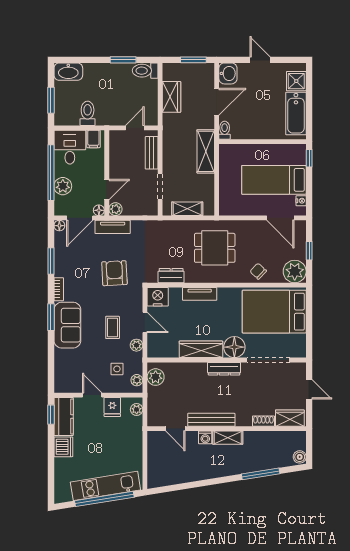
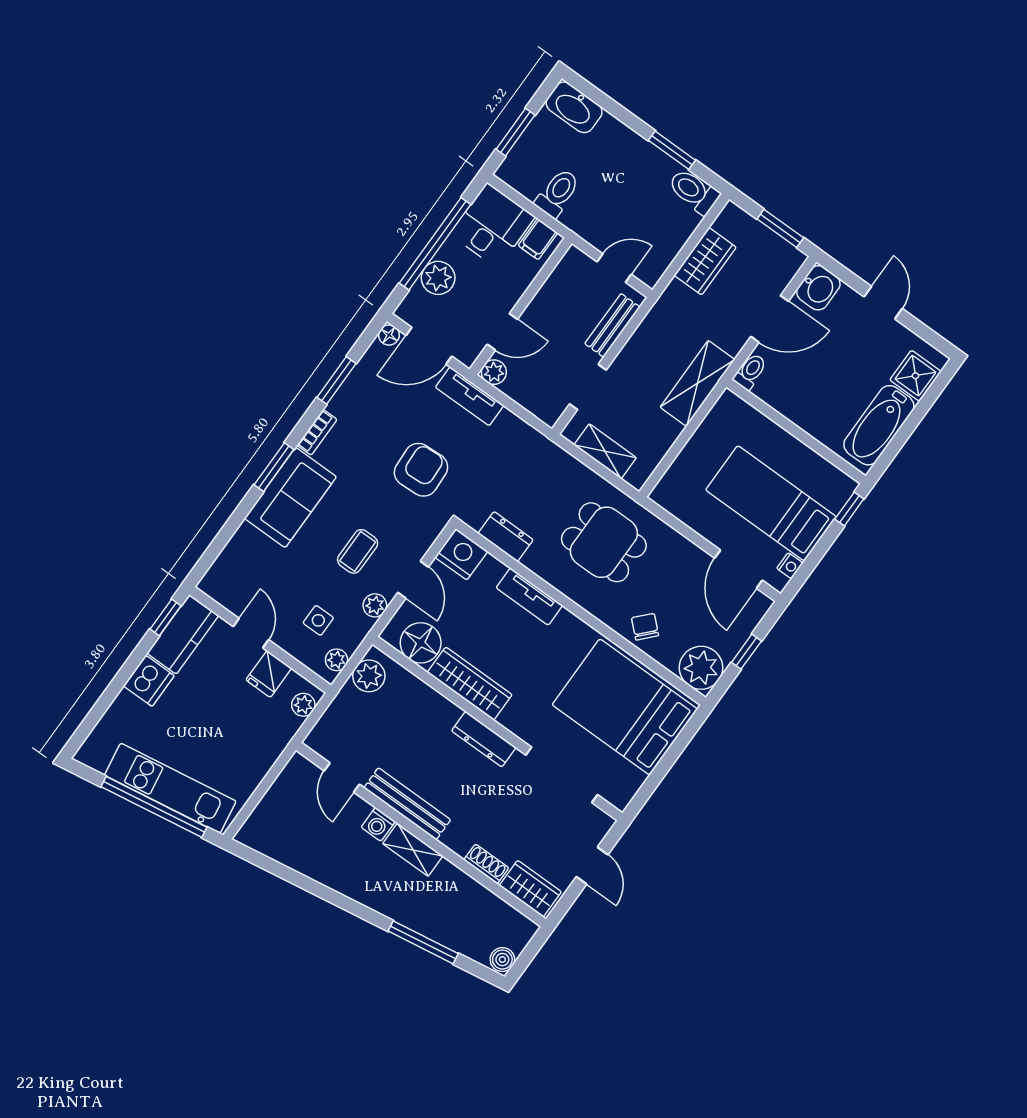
floor lamp: (99, 210) -> (467, 355), removed
floor lamp: (234, 347) -> (421, 643), moved

